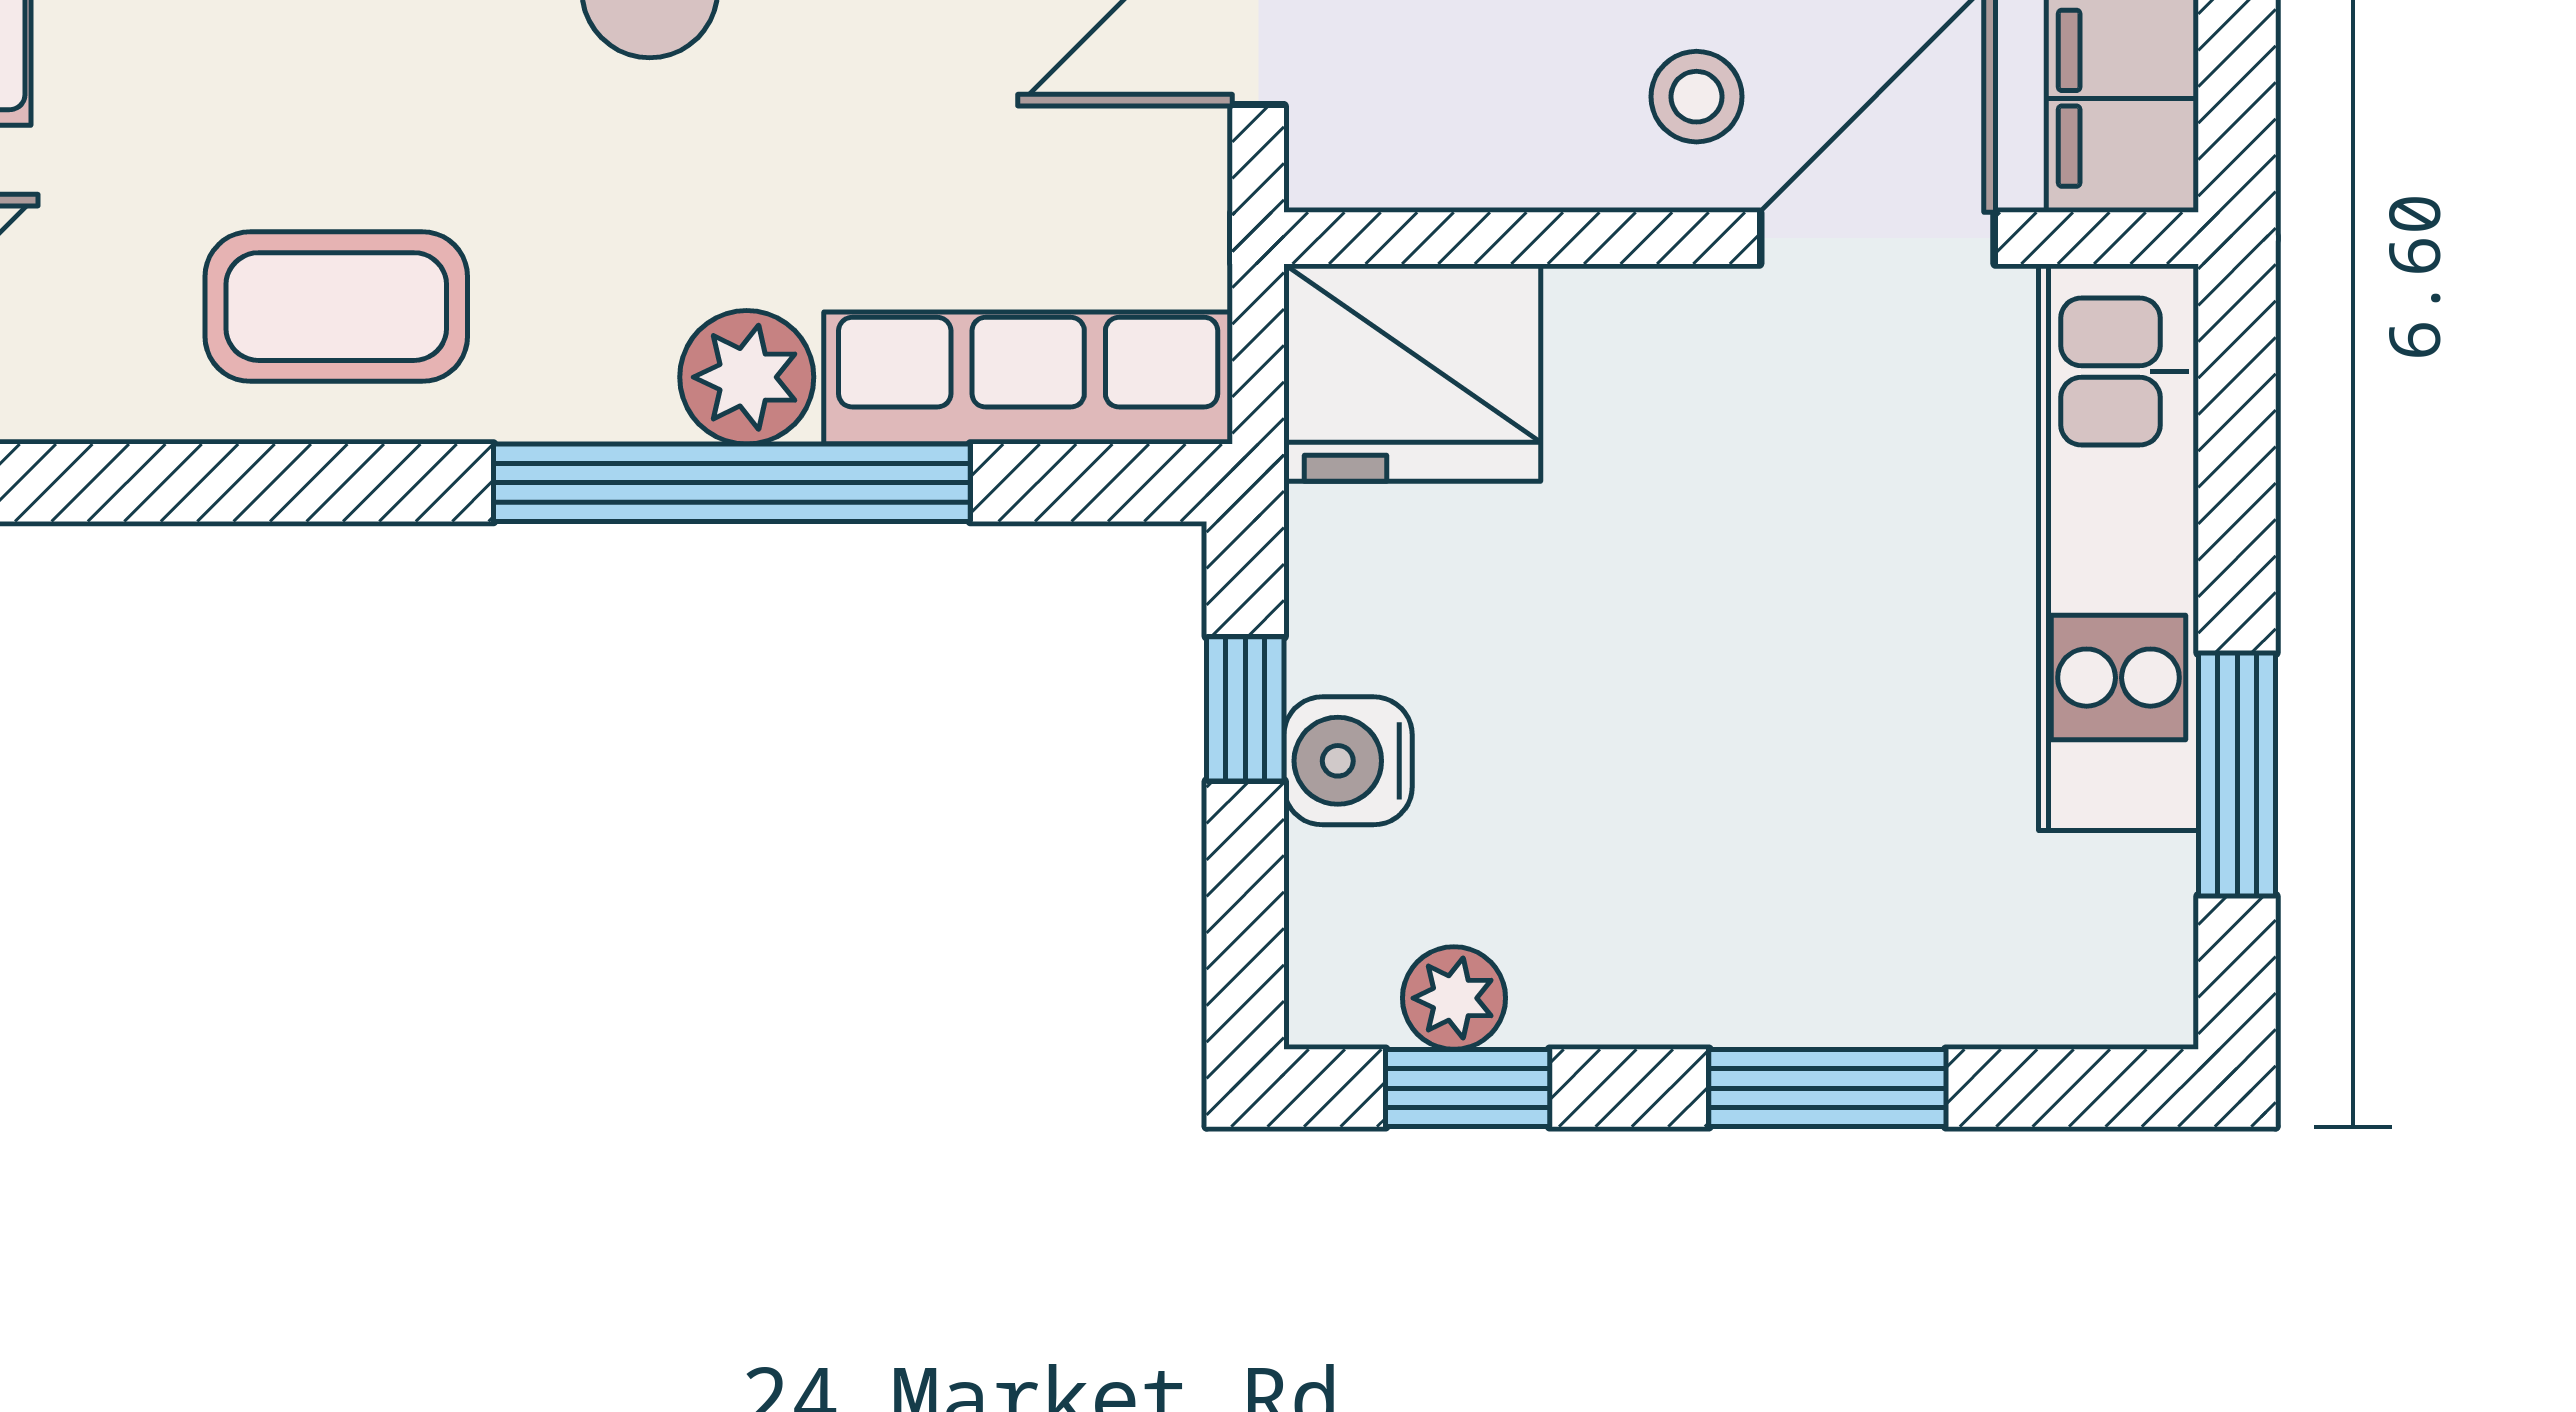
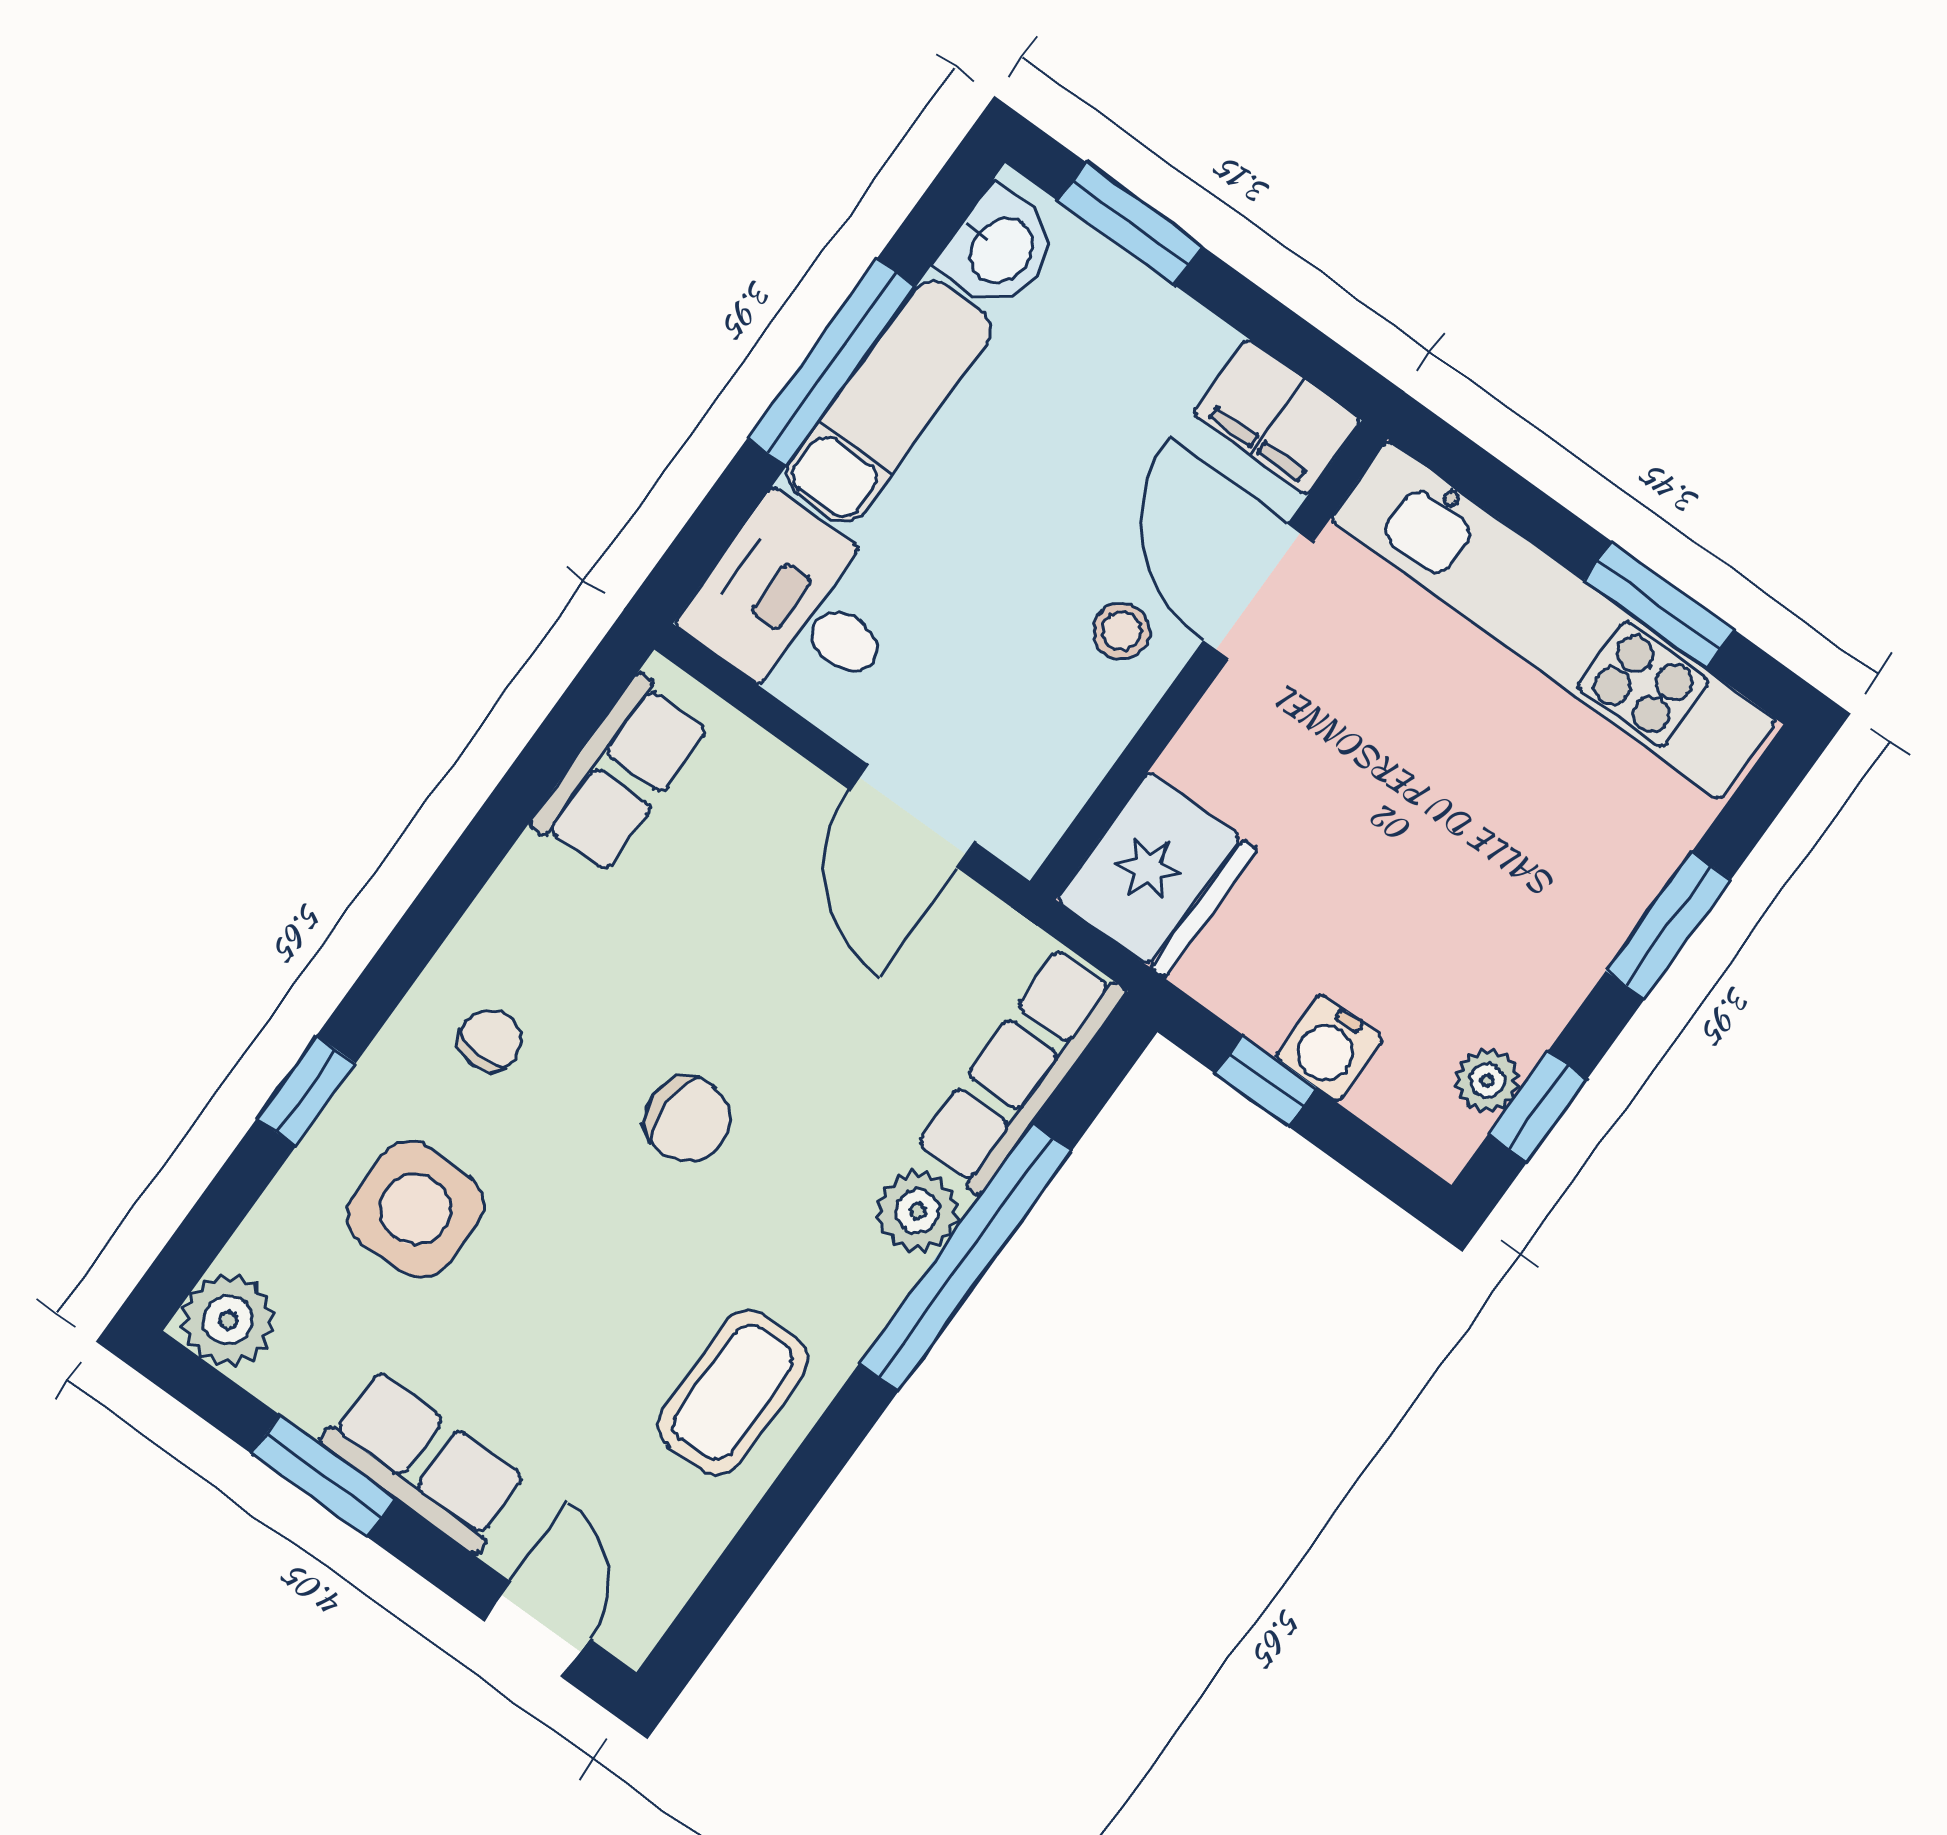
kitchen unit: (2118, 547) -> (1554, 620), width x1.36

